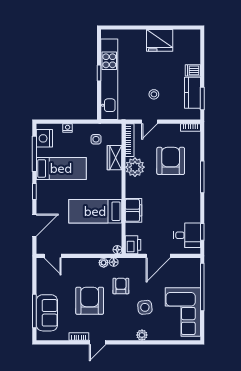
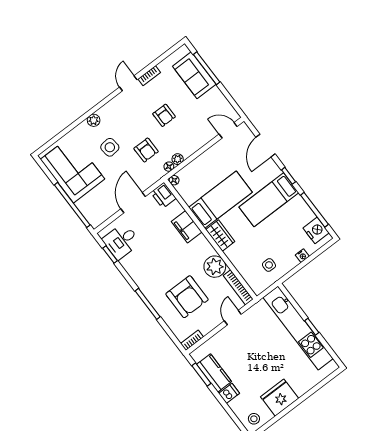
stool: (154, 94) -> (254, 419), moved
wardrobe: (114, 158) -> (220, 236), moved
bed: (61, 168) -> (269, 200), moved
armchair: (90, 301) -> (164, 115), width x0.53, depth x0.53

